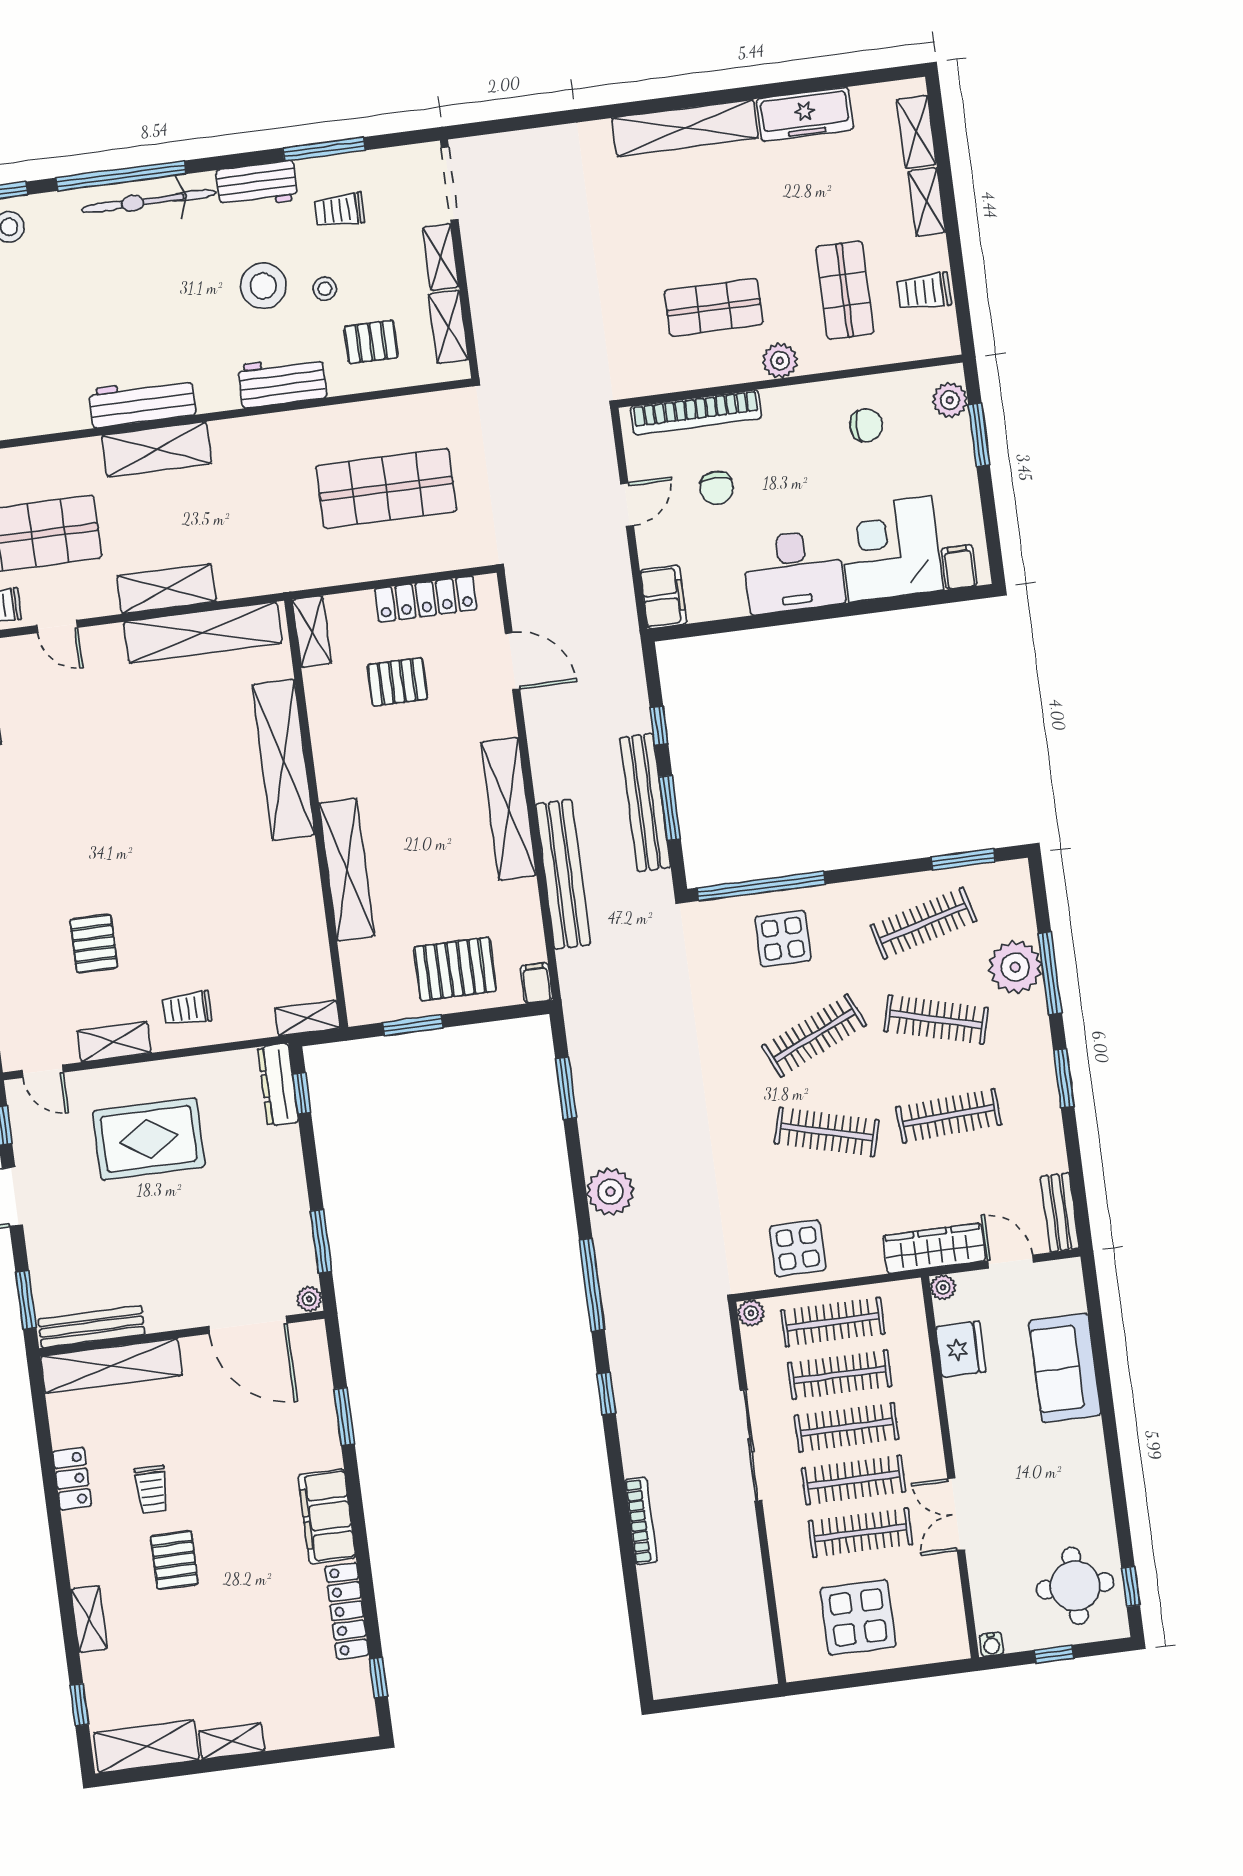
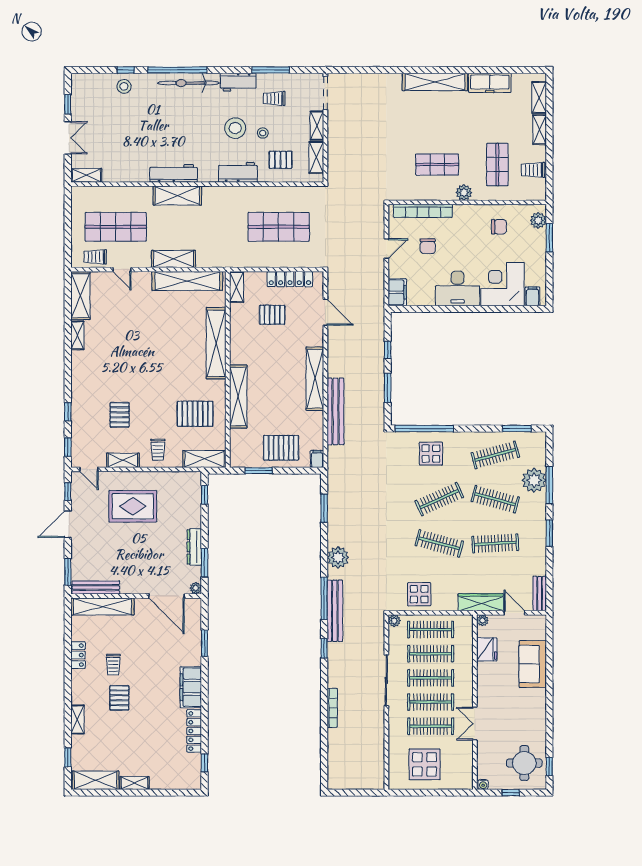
bench: (645, 802) -> (335, 611), moved
pallet: (258, 920) -> (195, 414), added
trolley: (187, 1008) -> (158, 450), turned -90
shelving: (307, 1018) -> (204, 459), width x1.50, depth x1.33
dresser: (278, 1085) -> (194, 547), moved

